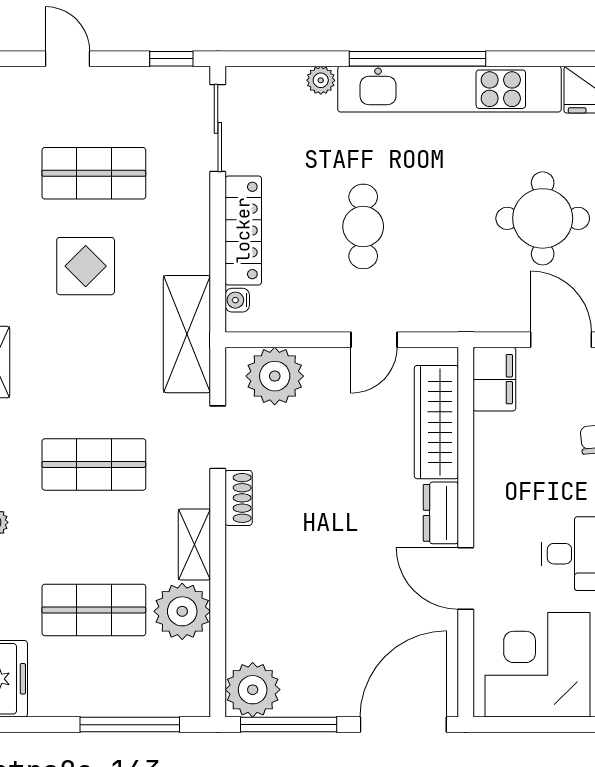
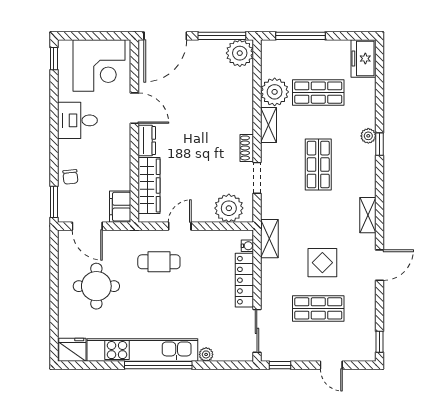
cafe table: (363, 226) -> (159, 262), moved, turned 90
shelving: (187, 334) -> (269, 239), width x0.67, depth x0.75
shop shelf: (94, 464) -> (318, 165), turned 90

